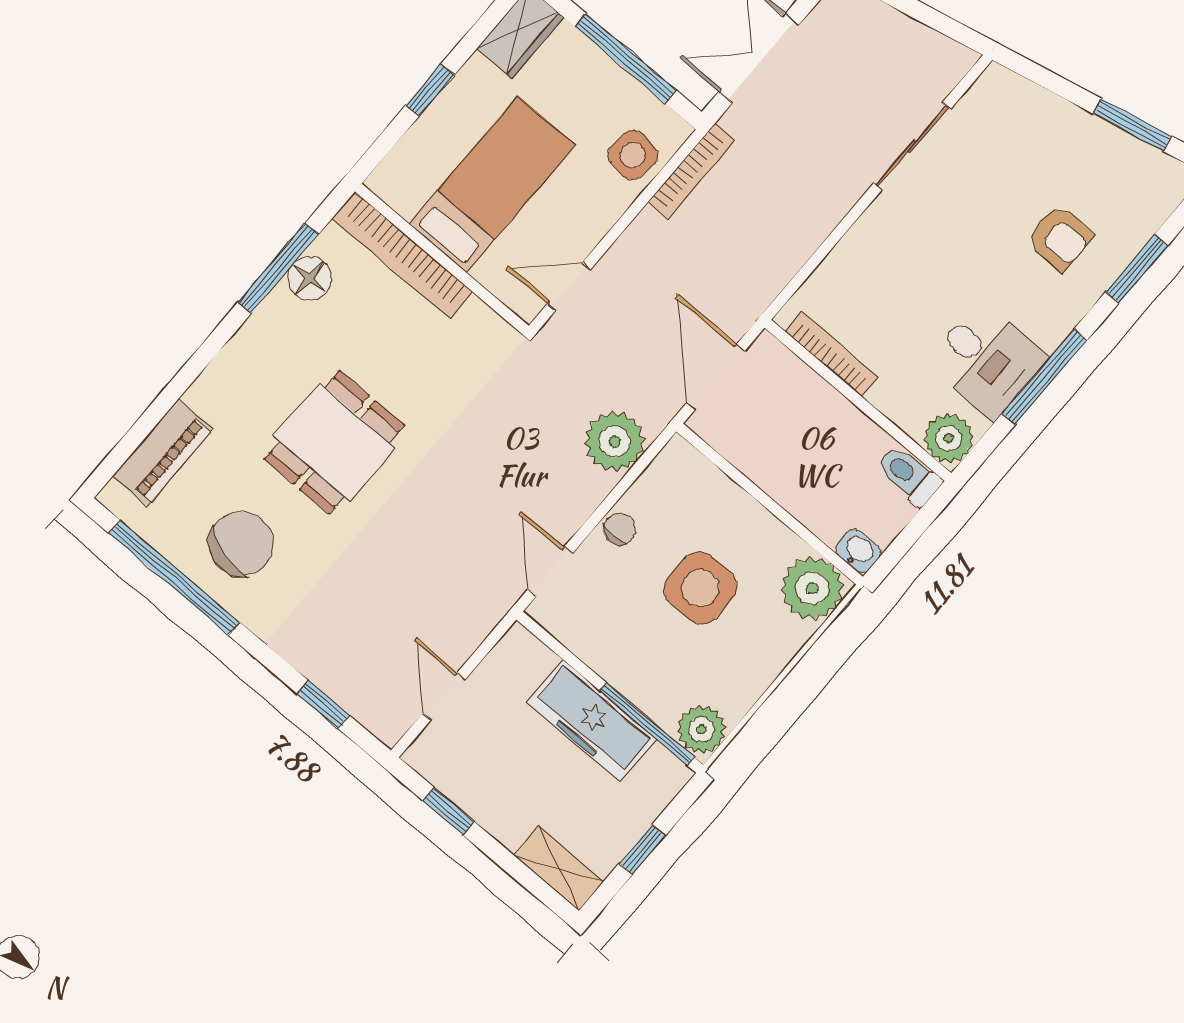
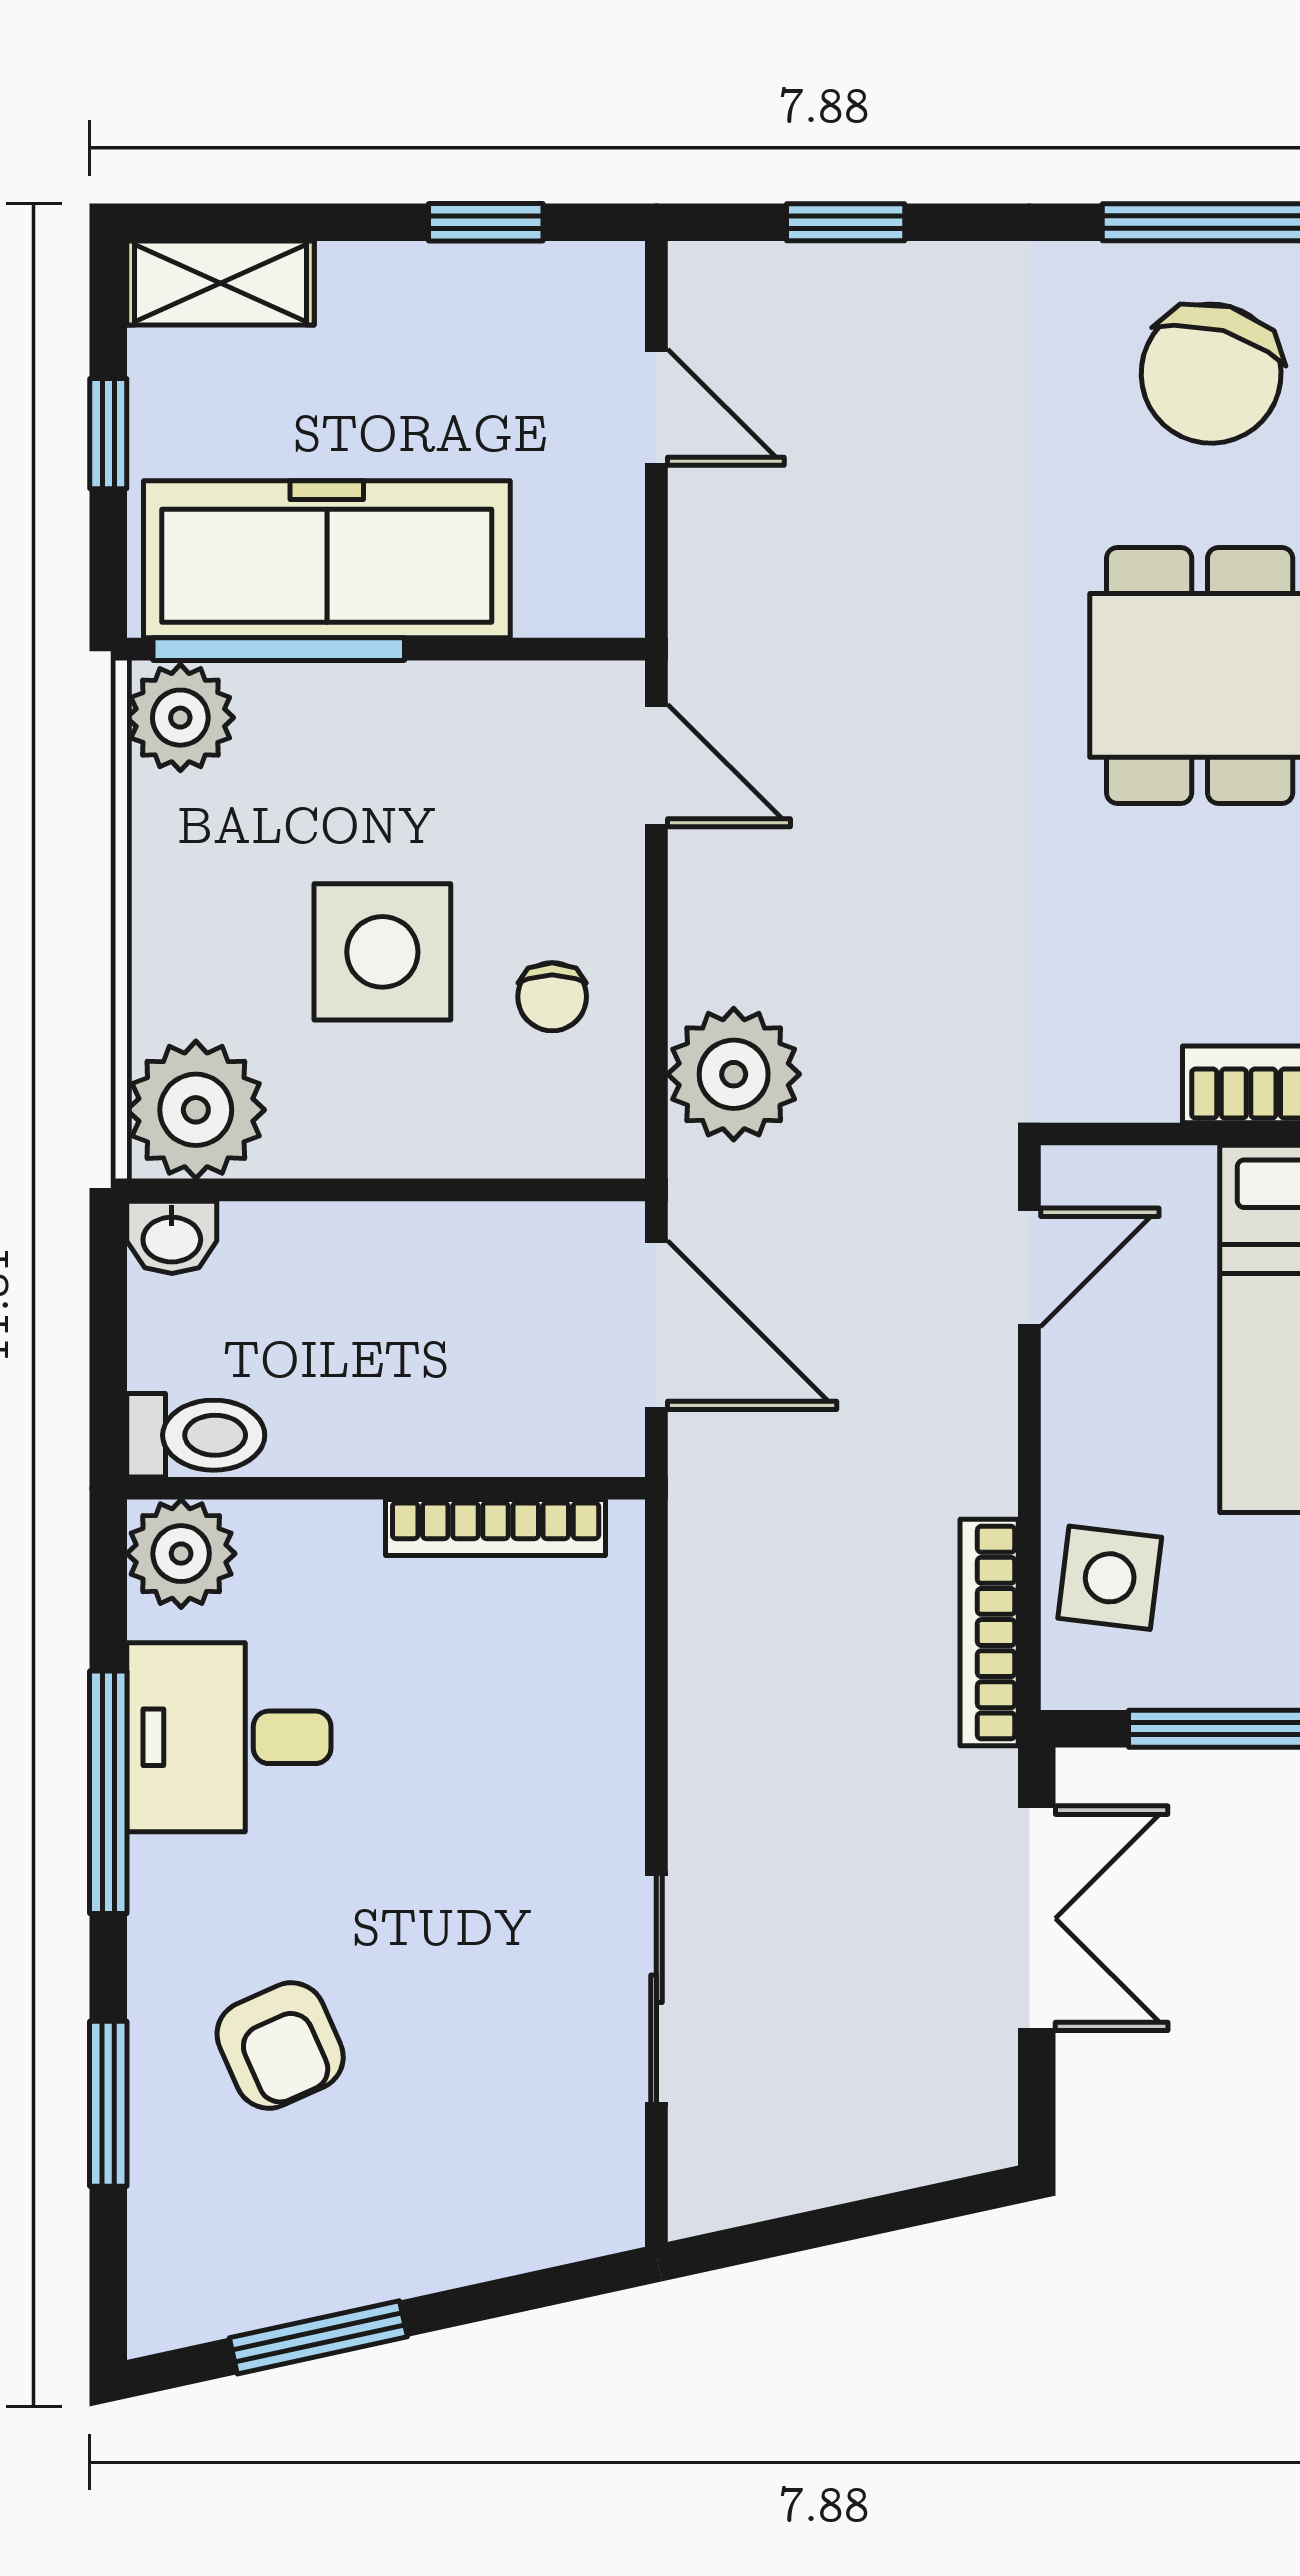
armchair: (1060, 238) -> (280, 2045), turned -114
chair: (619, 529) -> (552, 997), moved
freezer: (591, 721) -> (327, 559), width x1.36, depth x1.26

